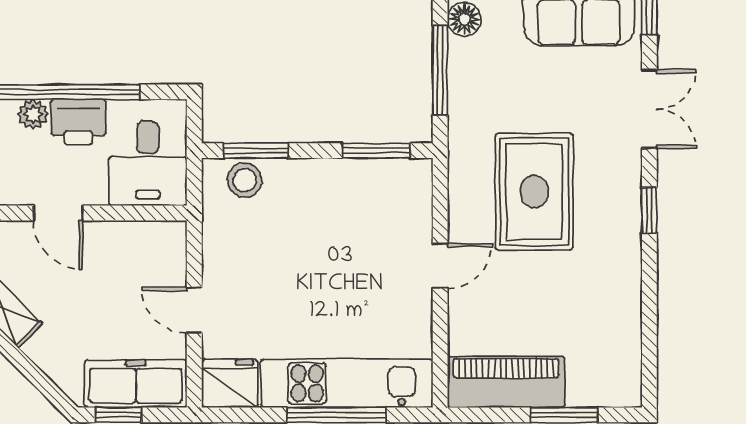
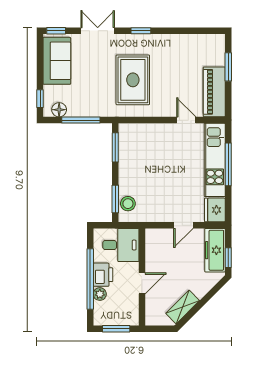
rug: (534, 192) -> (133, 80), turned 90
door: (440, 266) -> (186, 120), moved

